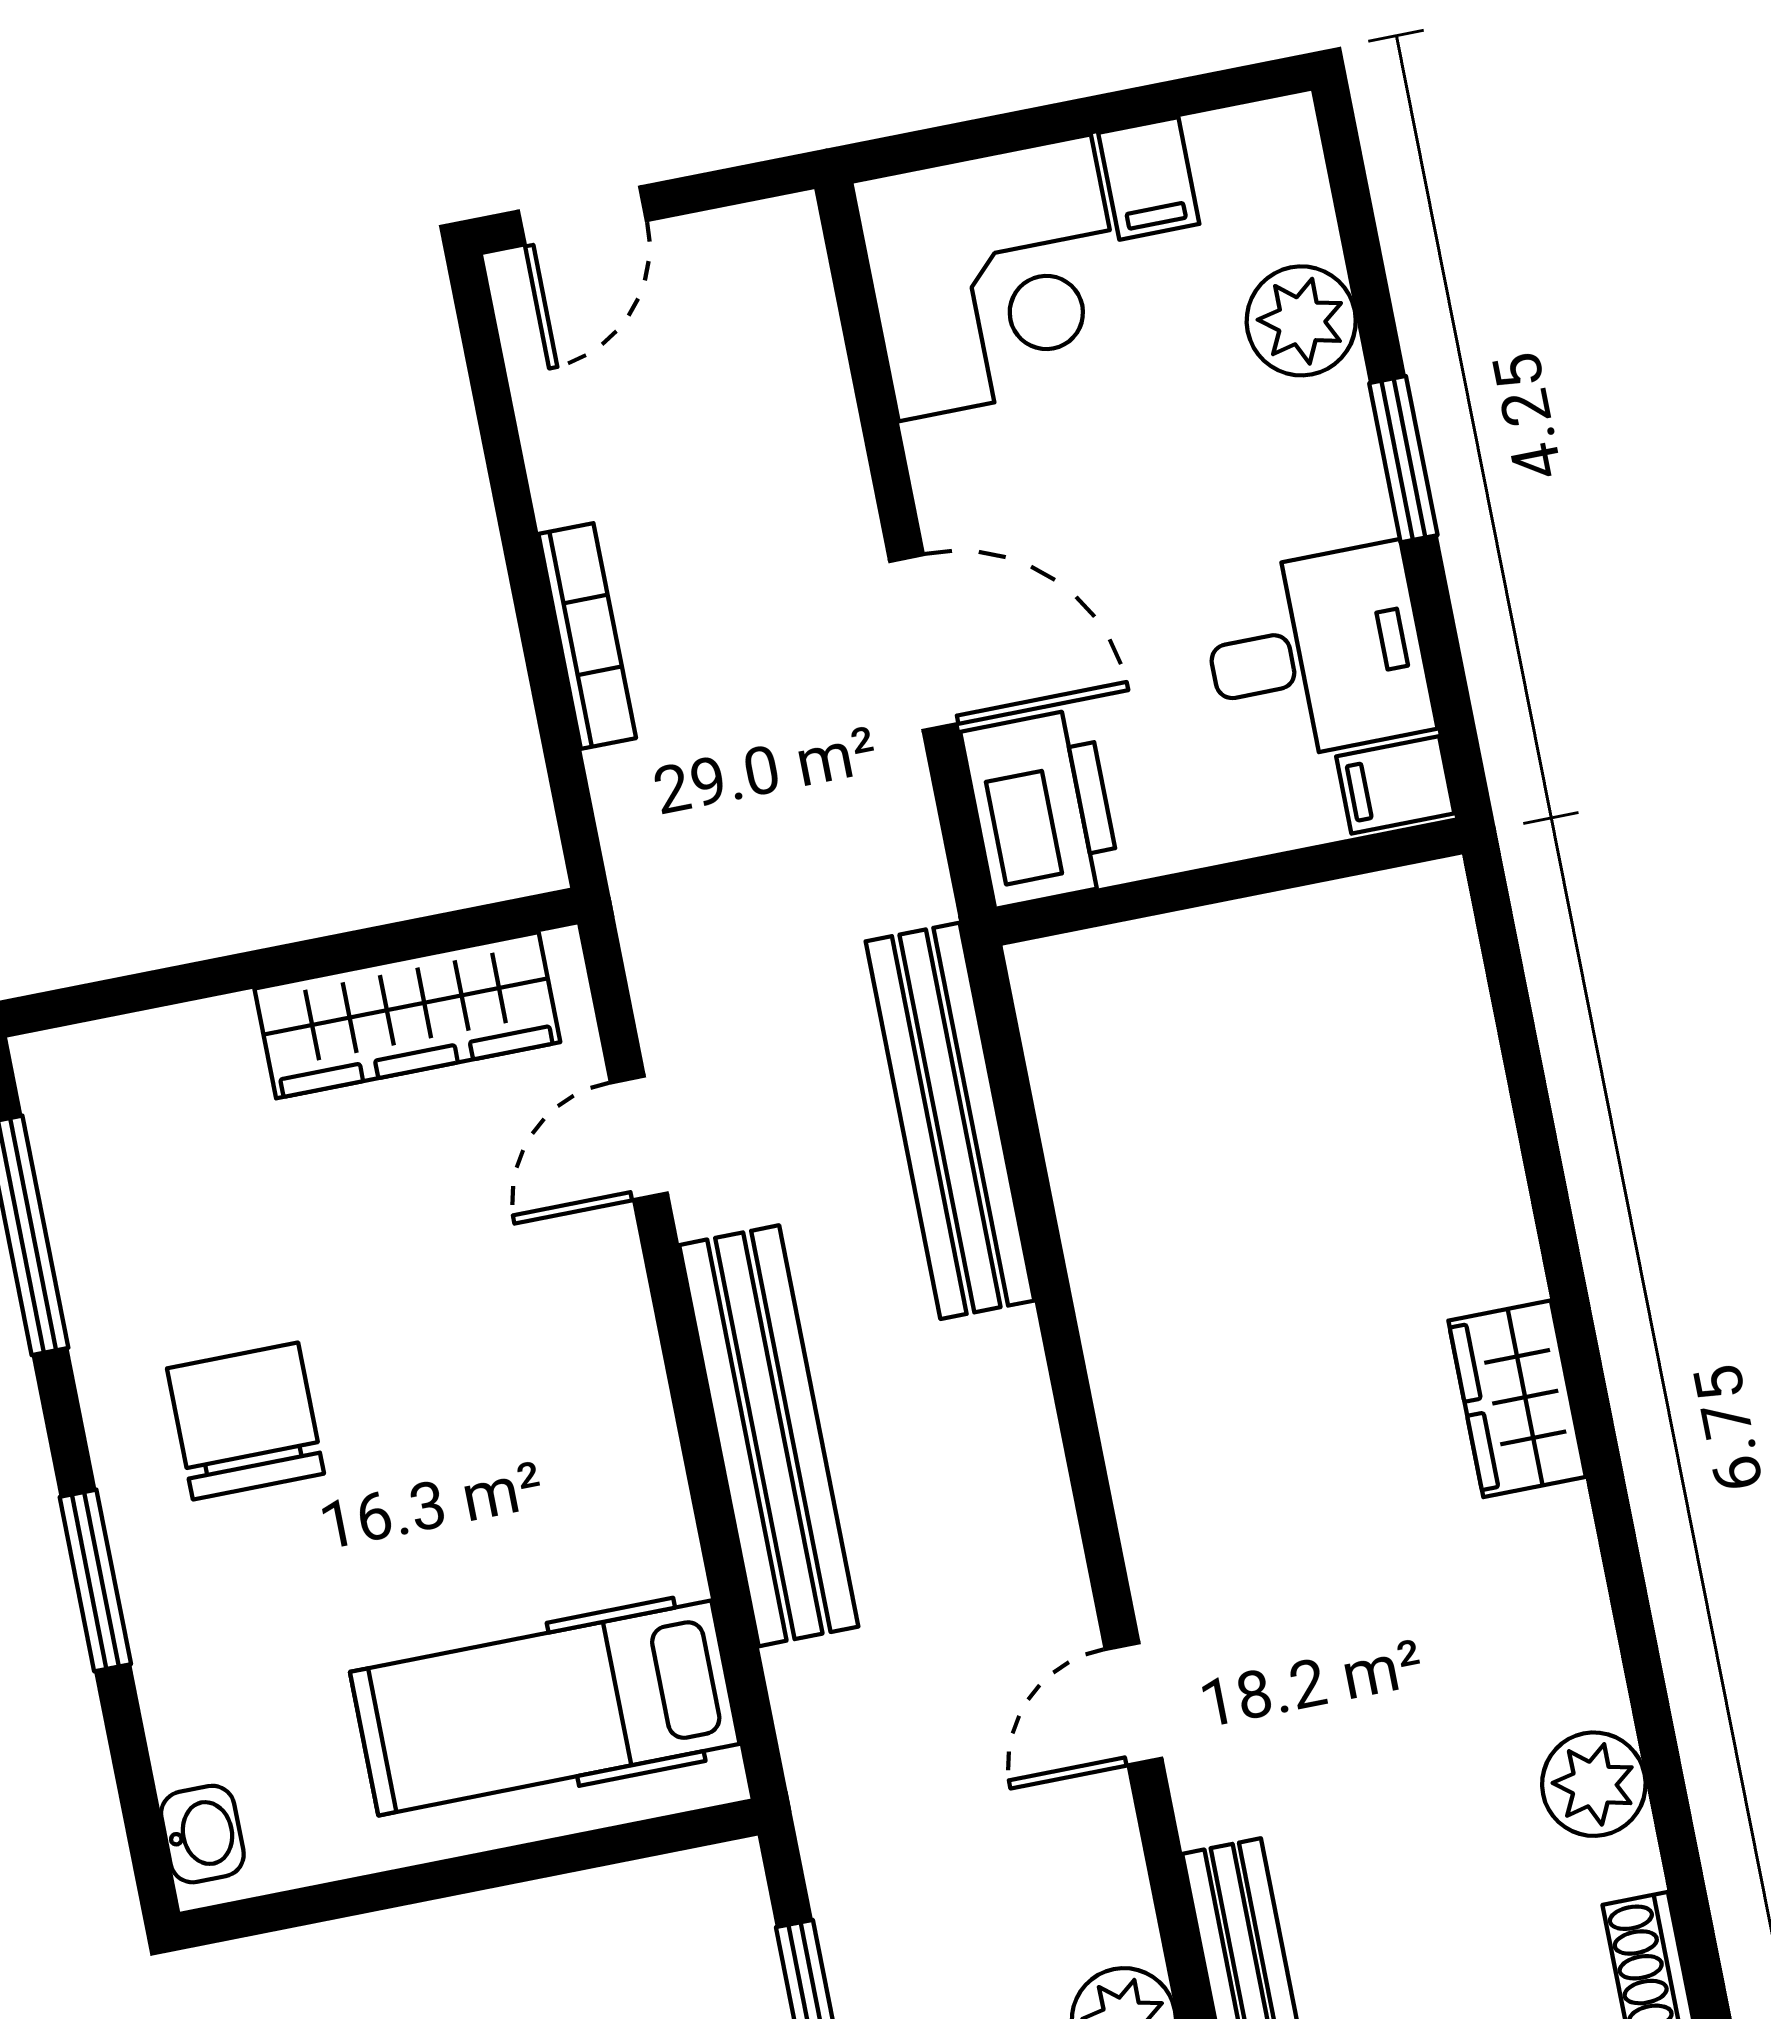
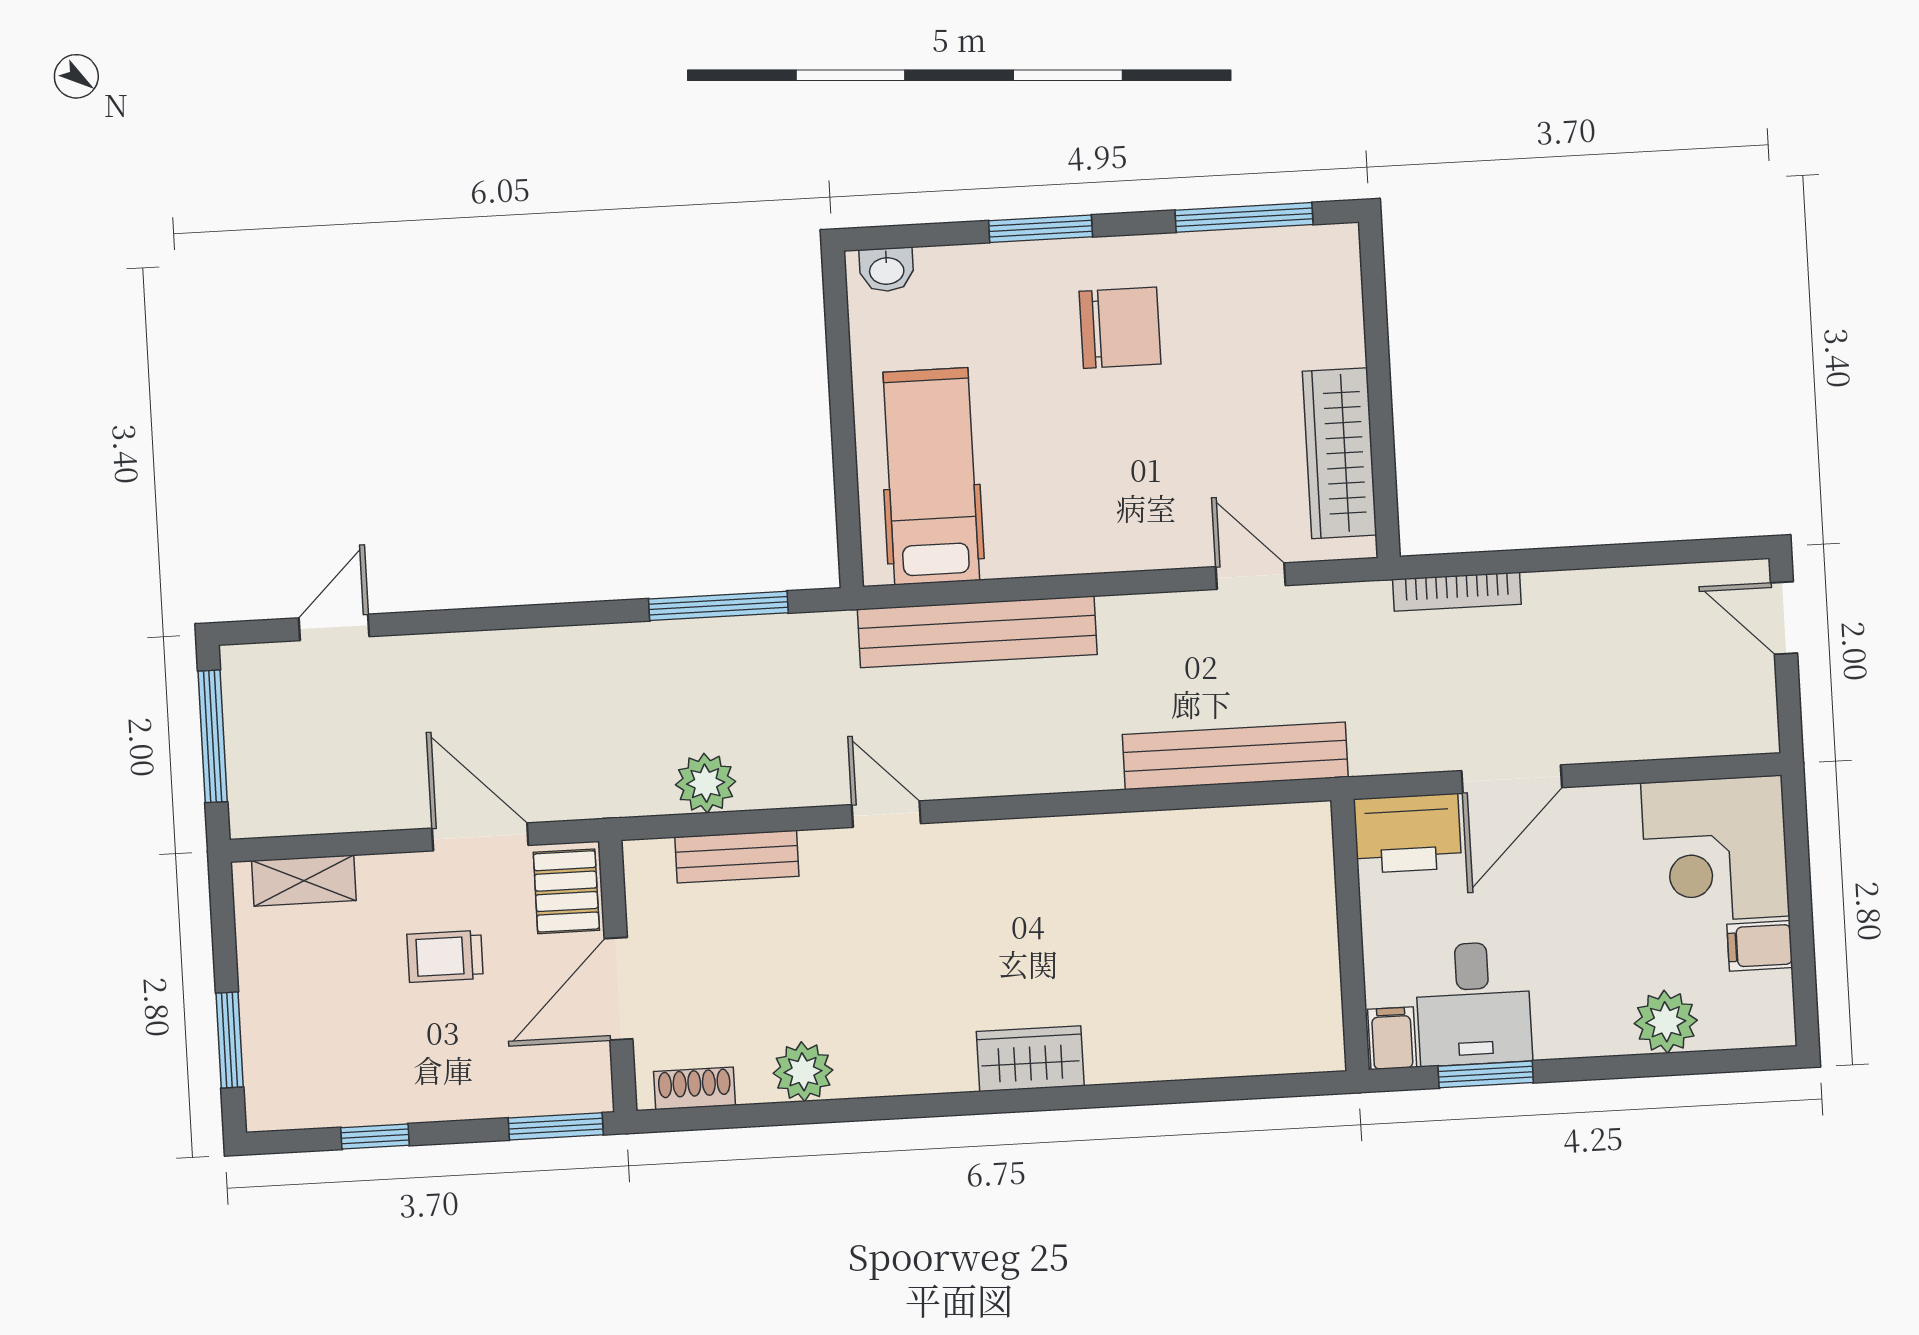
window: (1403, 459) -> (1486, 1074), moved
bookcase: (587, 636) -> (1457, 592), moved
bench: (769, 1436) -> (977, 632), moved

